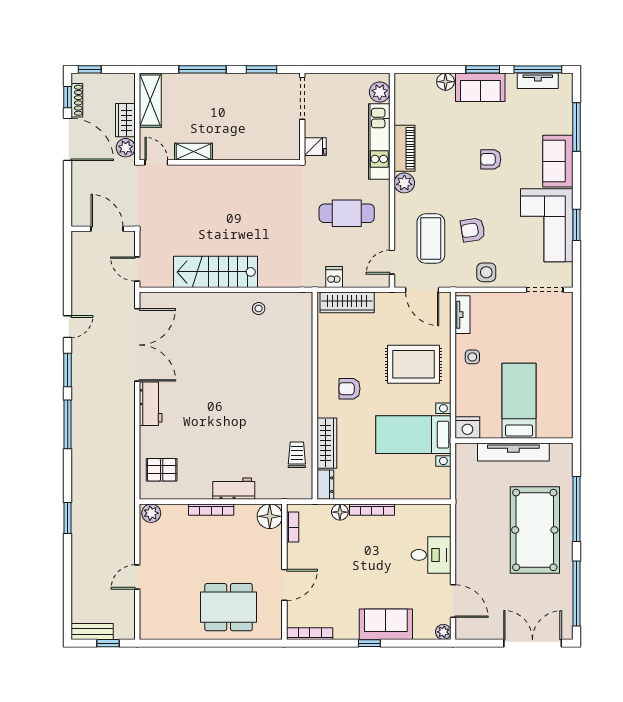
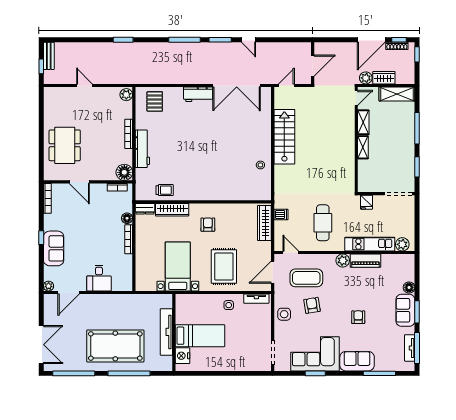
shelving: (232, 152) -> (363, 147), added
nightstand: (467, 428) -> (182, 356), moved
workbench: (234, 489) -> (142, 149), width x1.38

